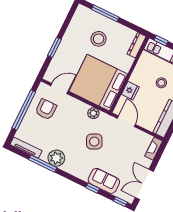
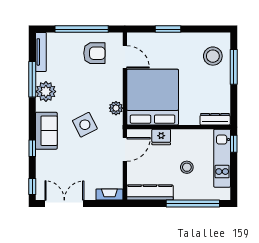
stool: (99, 39) -> (213, 56), moved
sofa: (104, 181) -> (46, 131), moved

